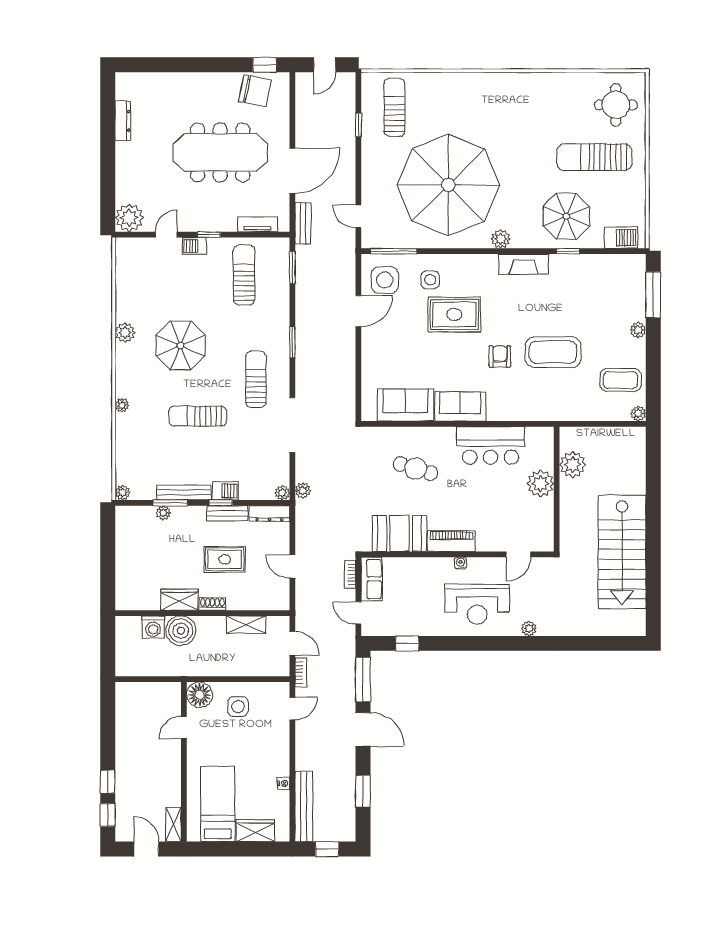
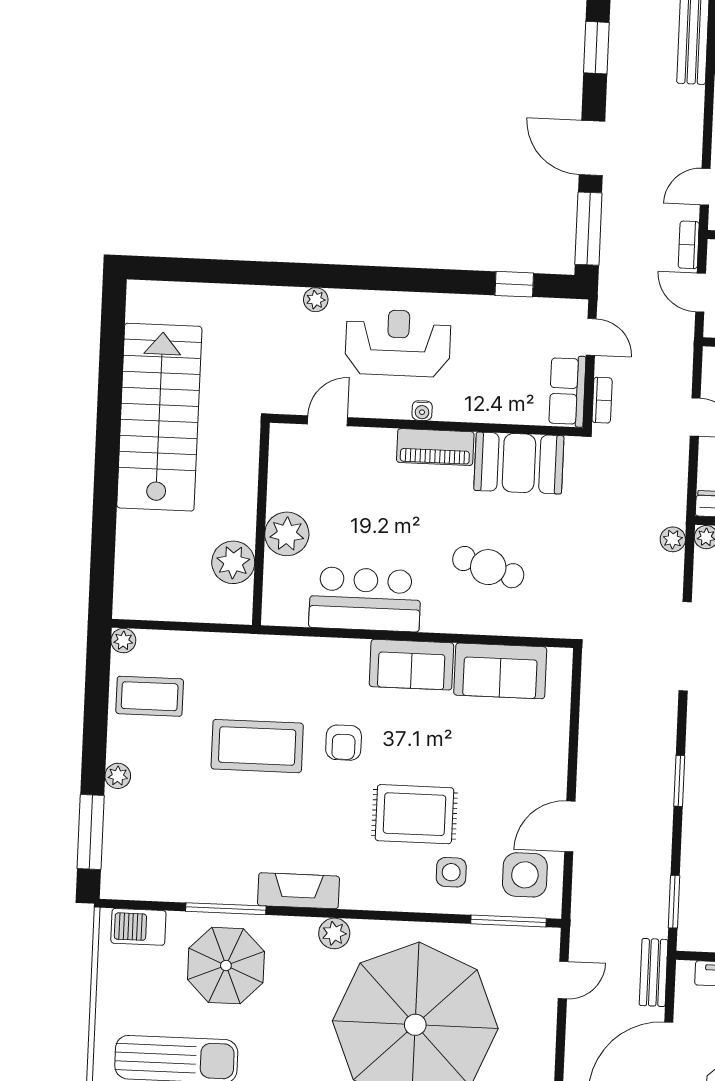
door: (358, 216) -> (563, 980), hinge flipped
window: (568, 251) -> (226, 909), width x2.17

